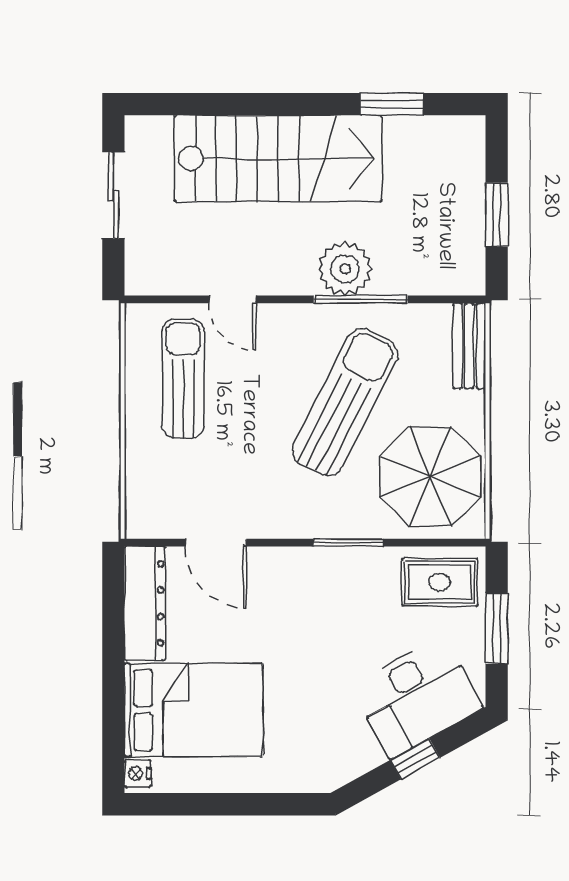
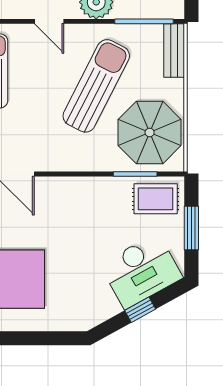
door: (233, 299) -> (49, 21), moved
window: (361, 299) -> (144, 21), moved
window: (348, 543) -> (135, 174), moved

